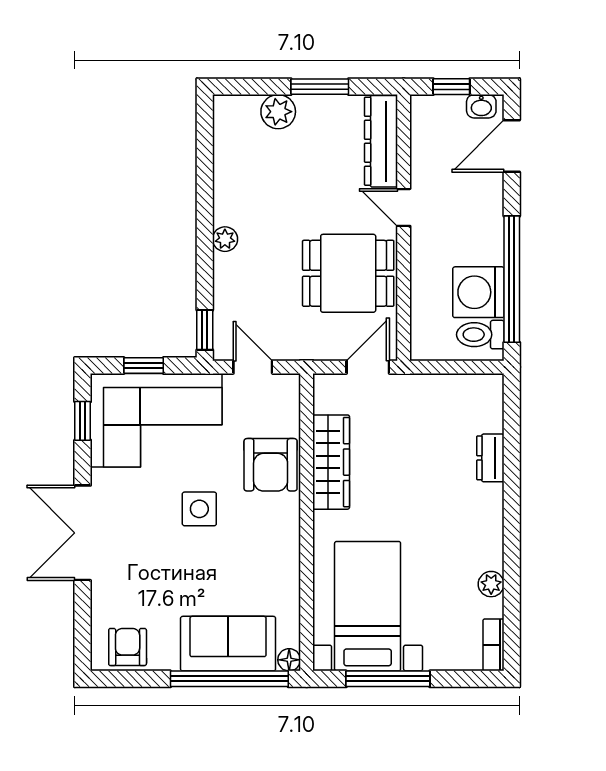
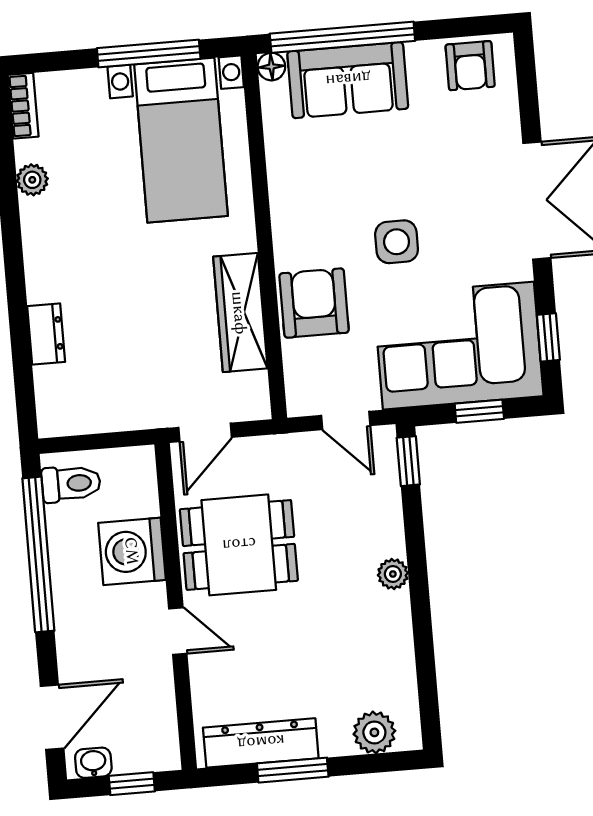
plant: (278, 112) -> (374, 732), moved
dresser: (381, 141) -> (261, 743), moved, turned -90
washing machine: (478, 292) -> (132, 551), moved, turned 180

